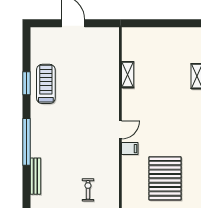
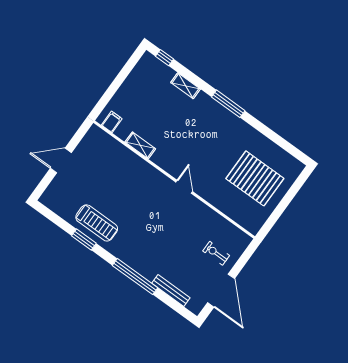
treadmill: (46, 84) -> (97, 223), turned 180
filing cabinet: (130, 149) -> (112, 122), moved

